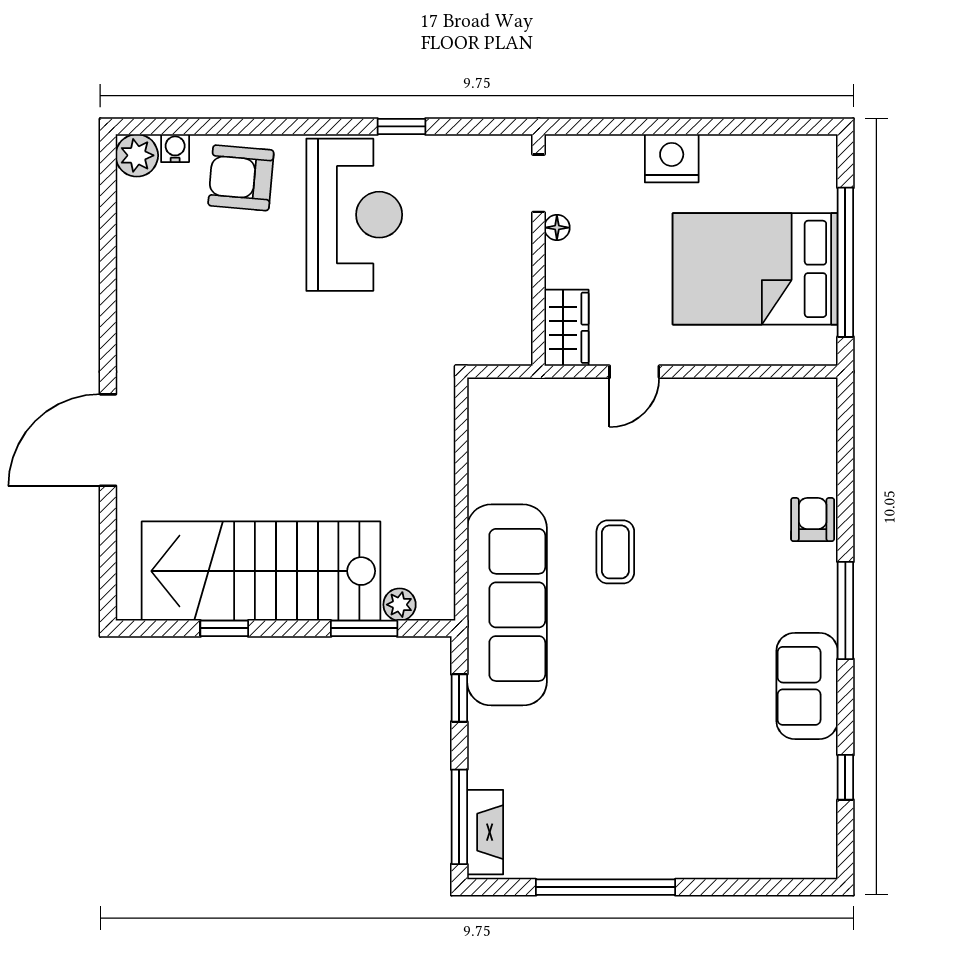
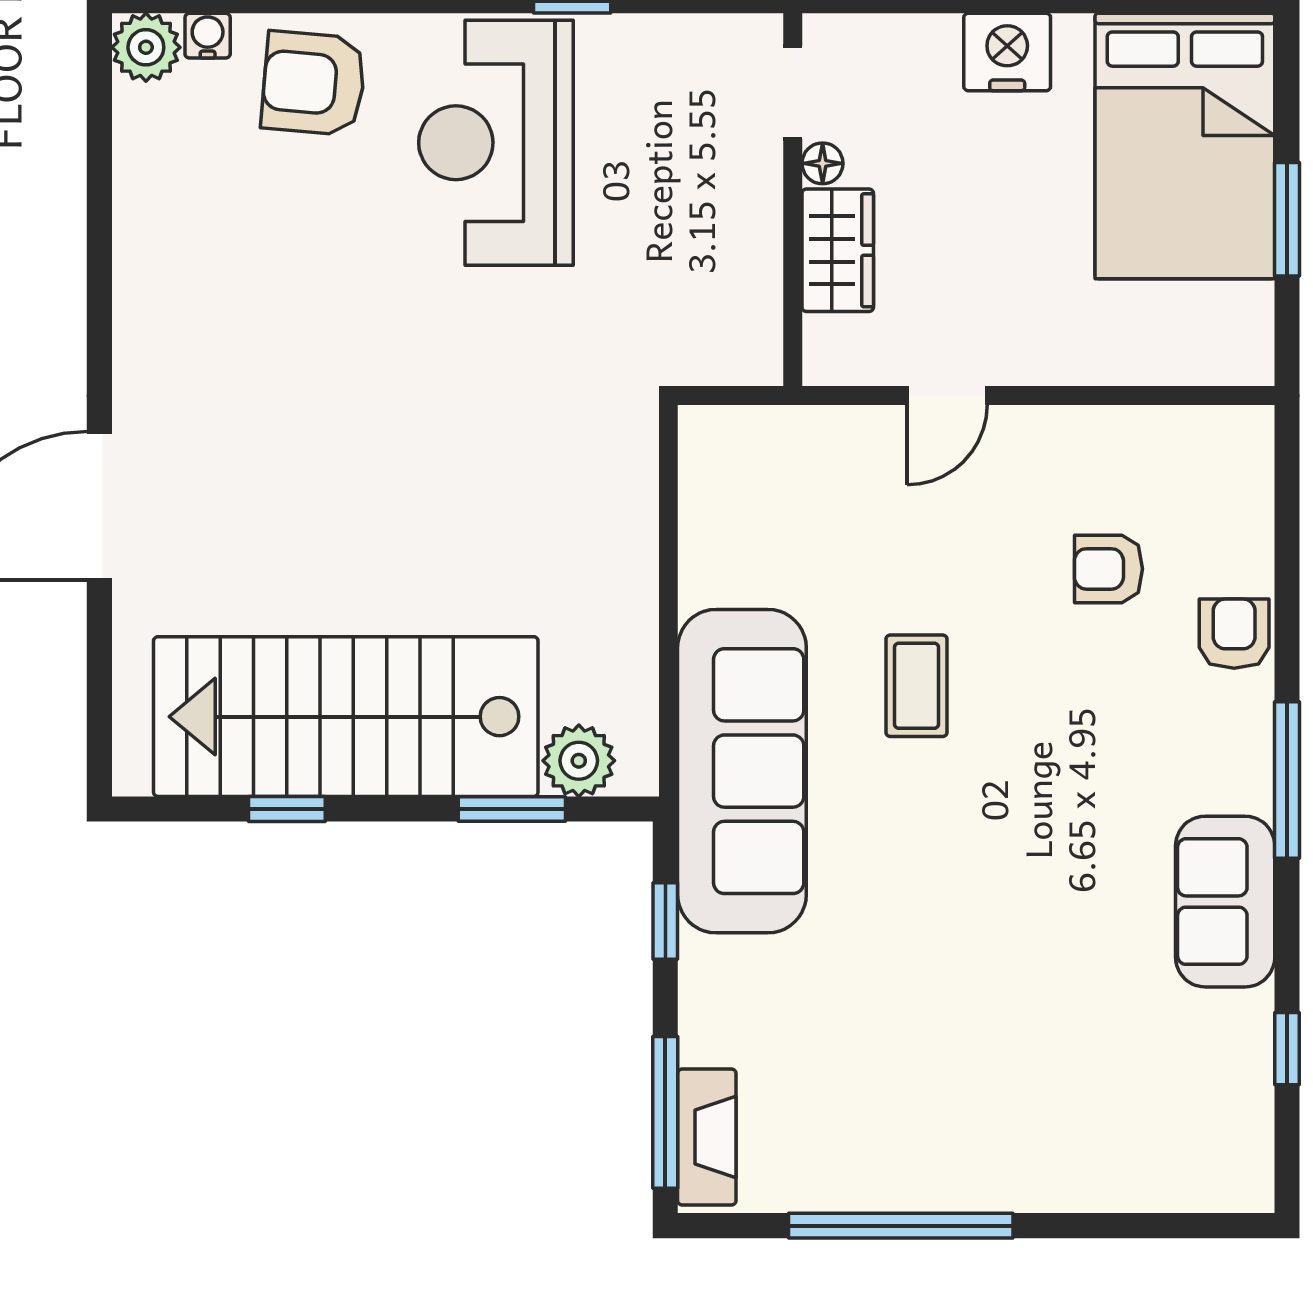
reception desk: (354, 215) -> (496, 143), turned 180
window: (845, 262) -> (1287, 219), width x0.47
bed: (755, 269) -> (1185, 146), moved, turned -90
wardrobe: (566, 328) -> (838, 250), moved
armchair: (735, 479) -> (1108, 569), added
plant: (400, 605) -> (579, 761), width x1.38, depth x1.38

